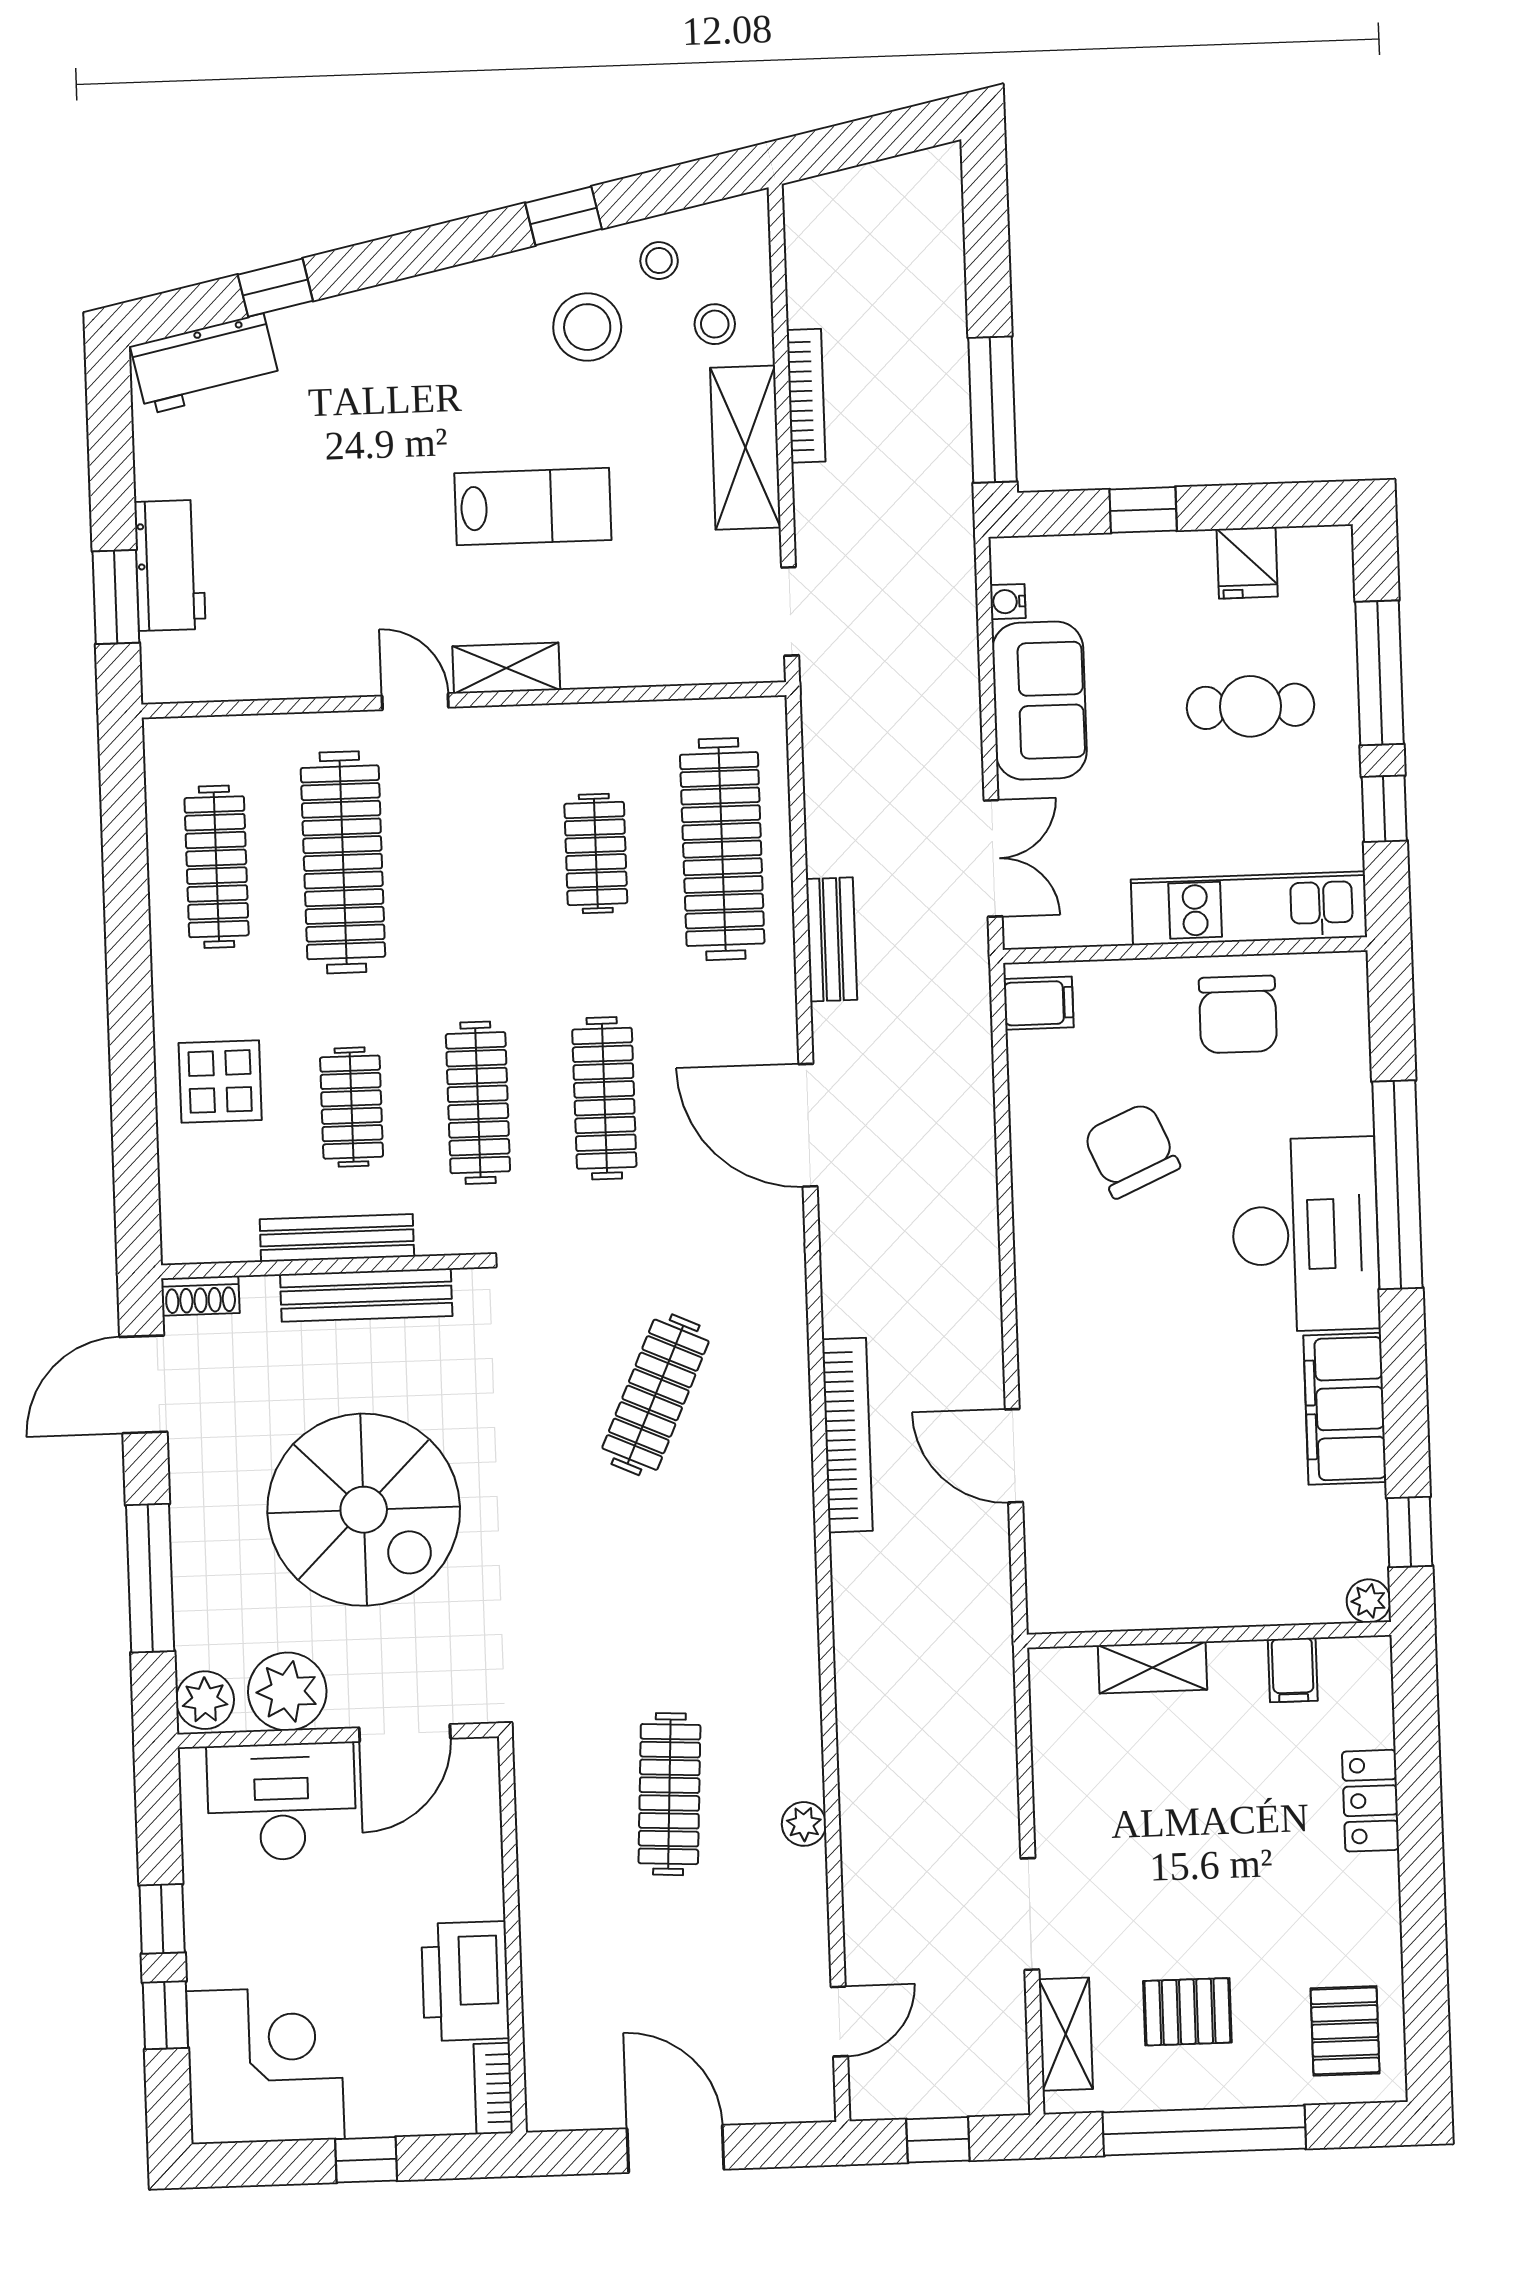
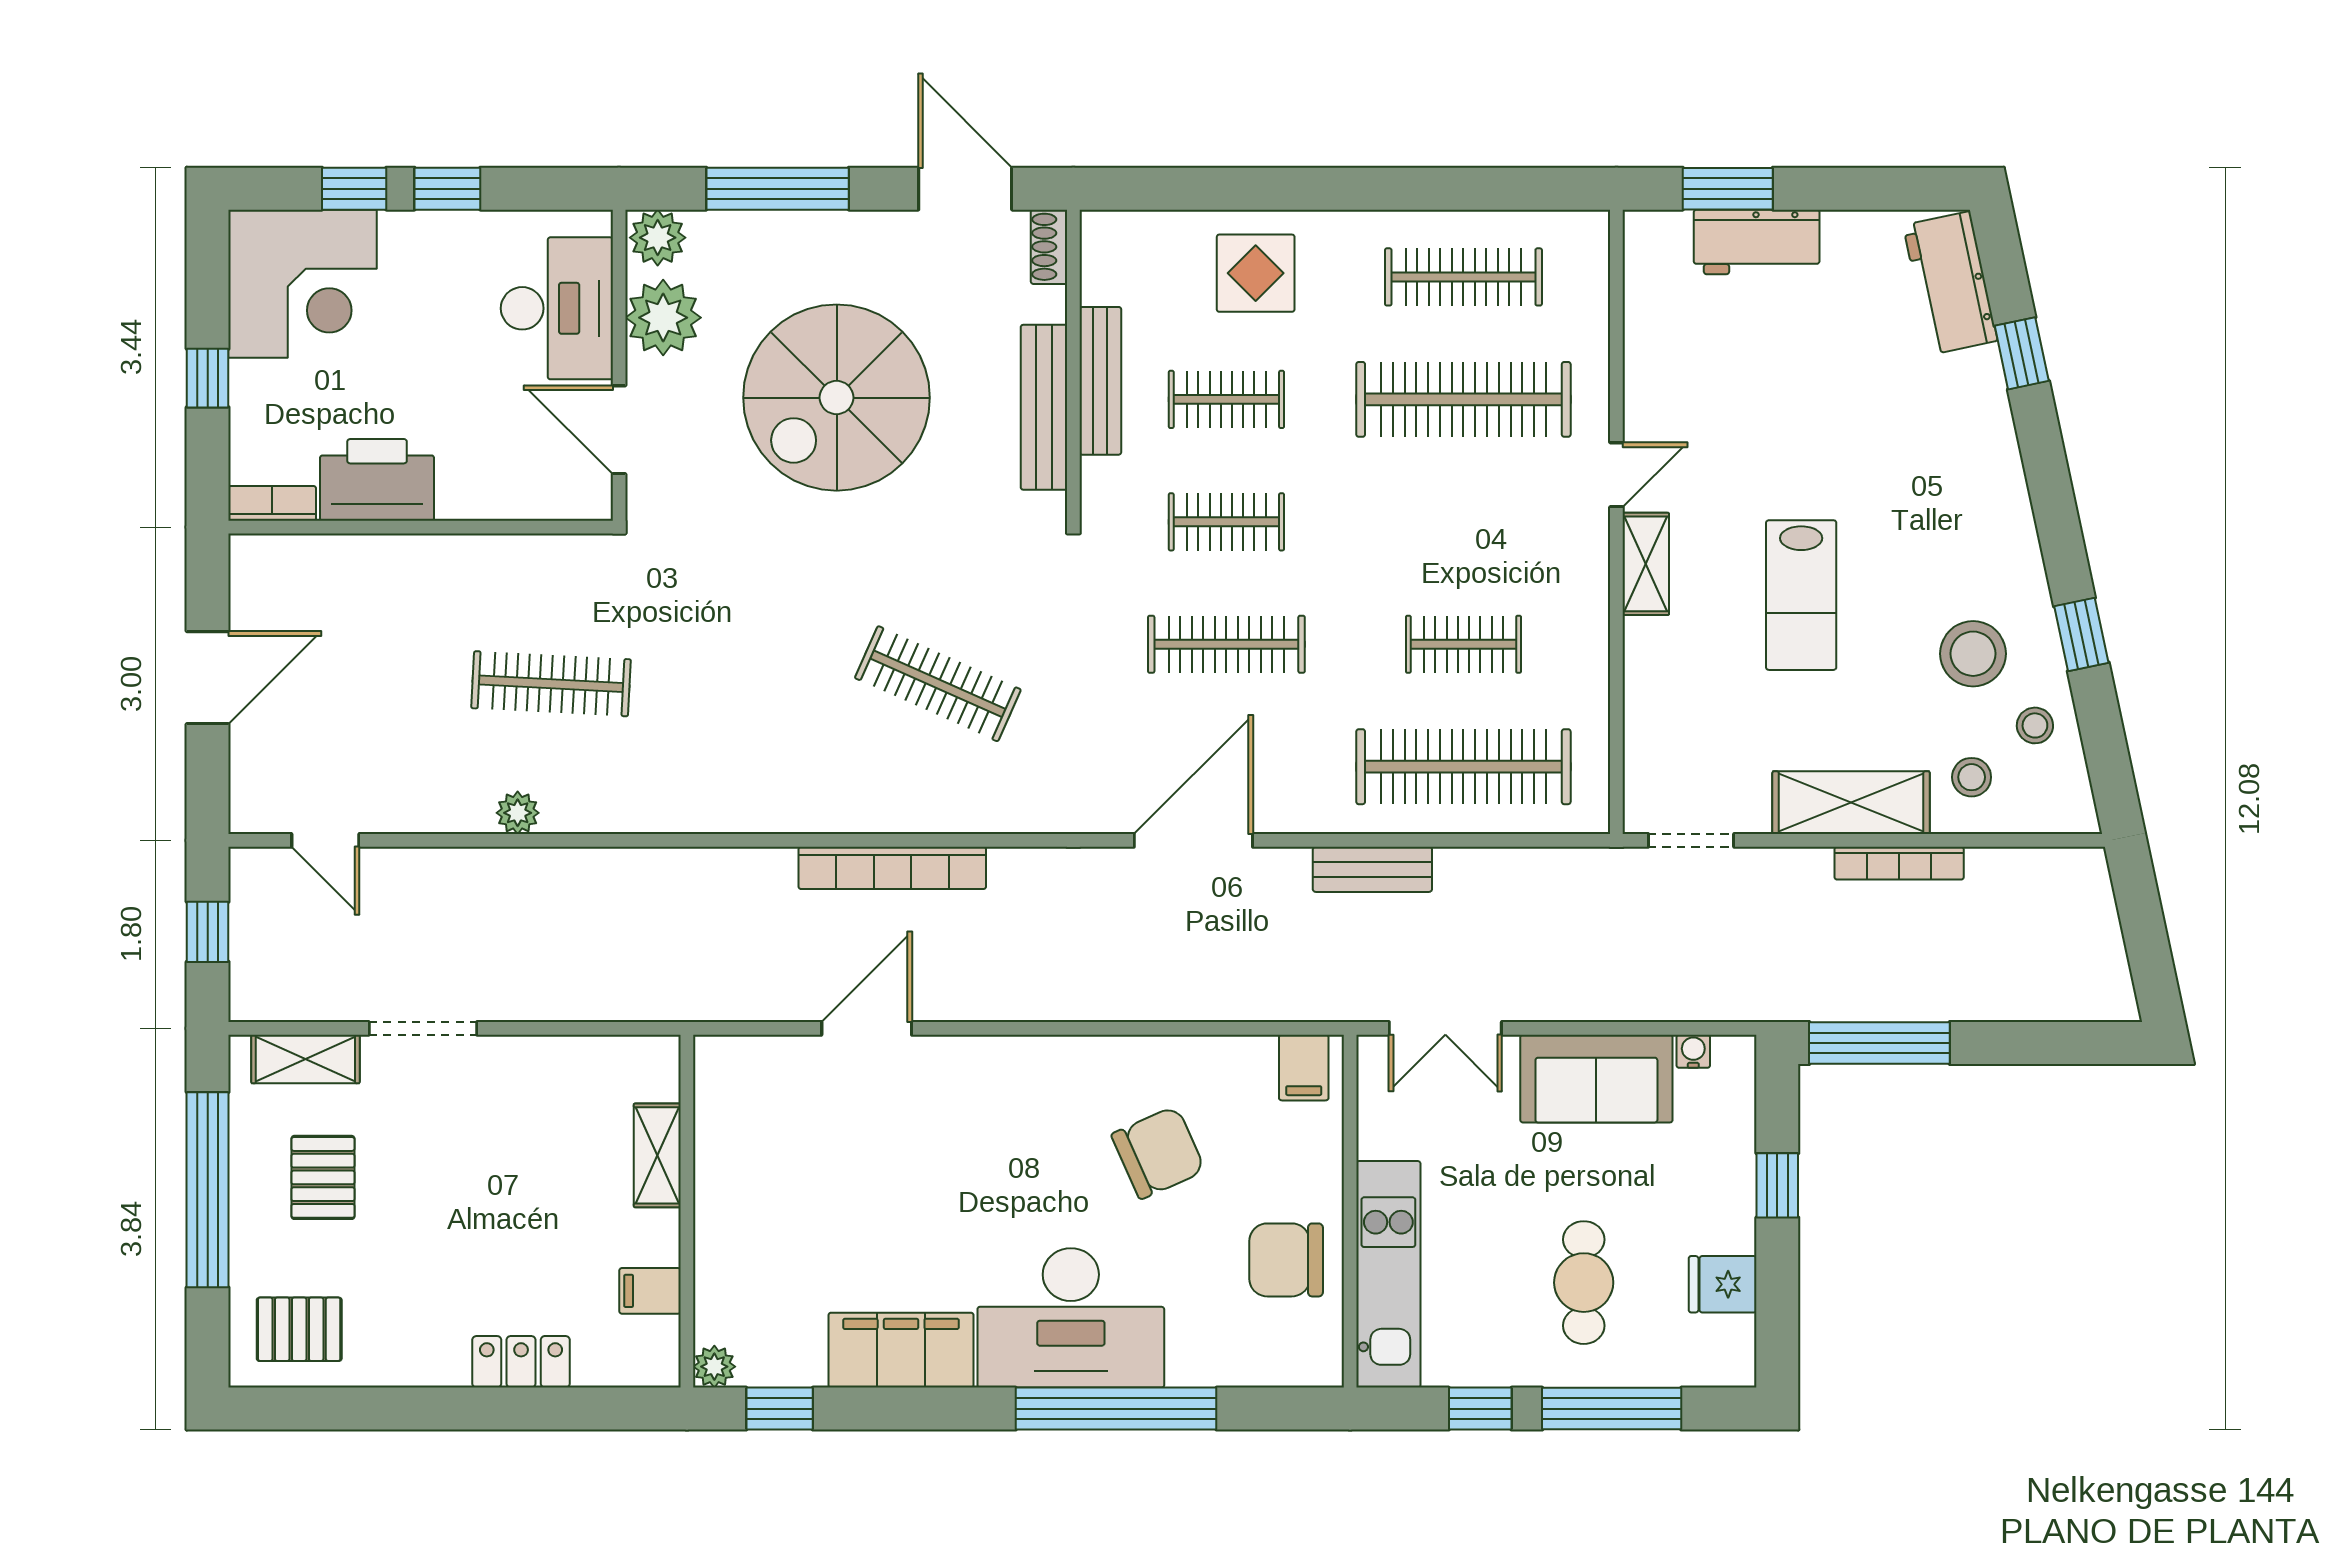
clothes rail: (478, 1103) -> (1226, 522), width x0.73

